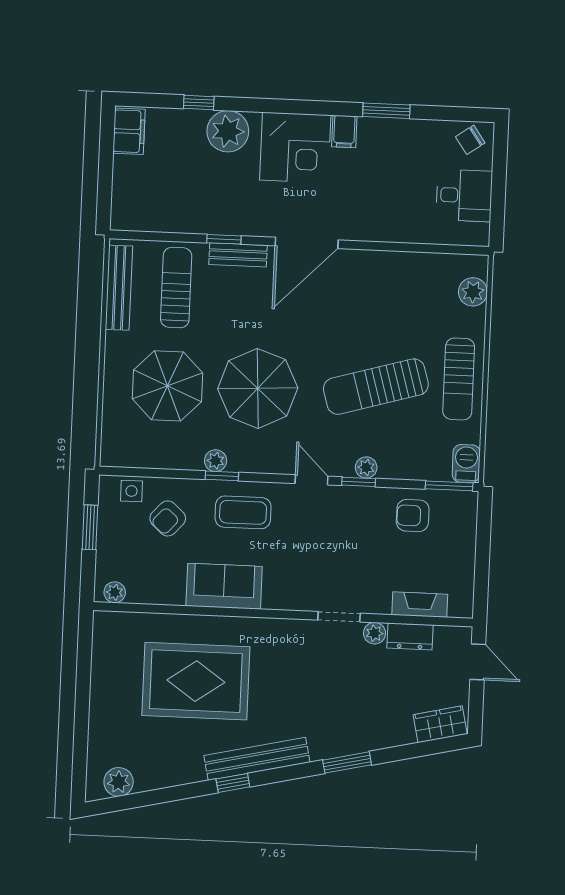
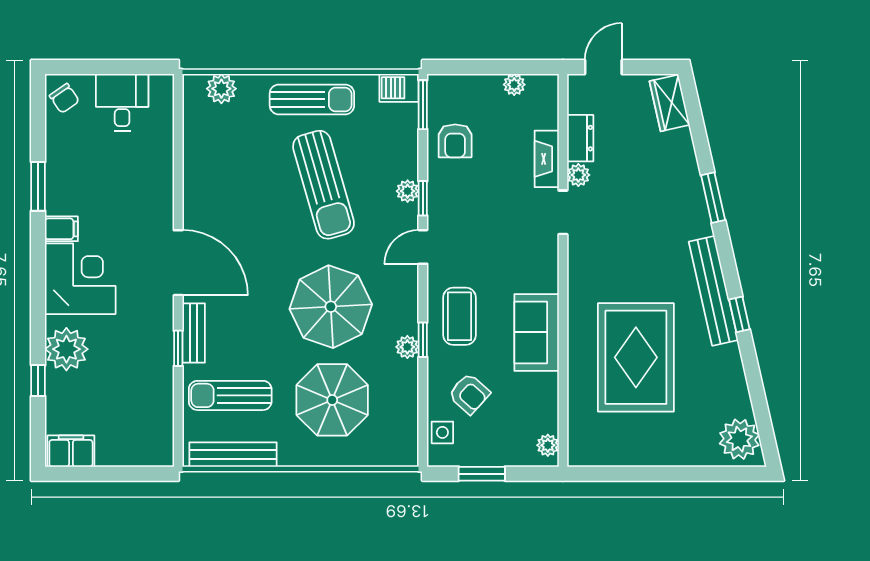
plant: (465, 575) -> (514, 85), added
fireplace: (420, 605) -> (547, 159), moved
plant: (119, 782) -> (739, 439), width x1.36, depth x1.36

